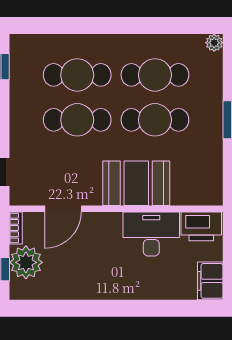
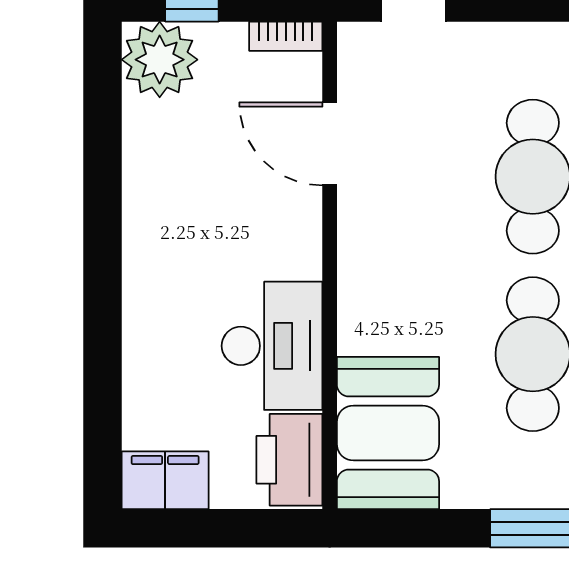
booth: (136, 183) -> (388, 433), moved
plant: (26, 262) -> (160, 60), moved

